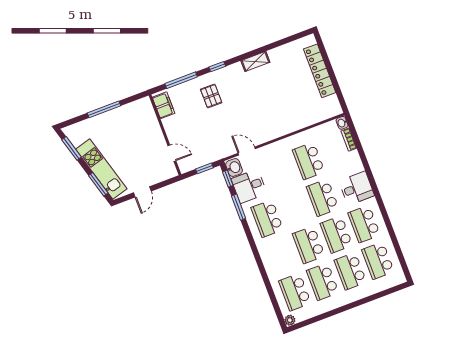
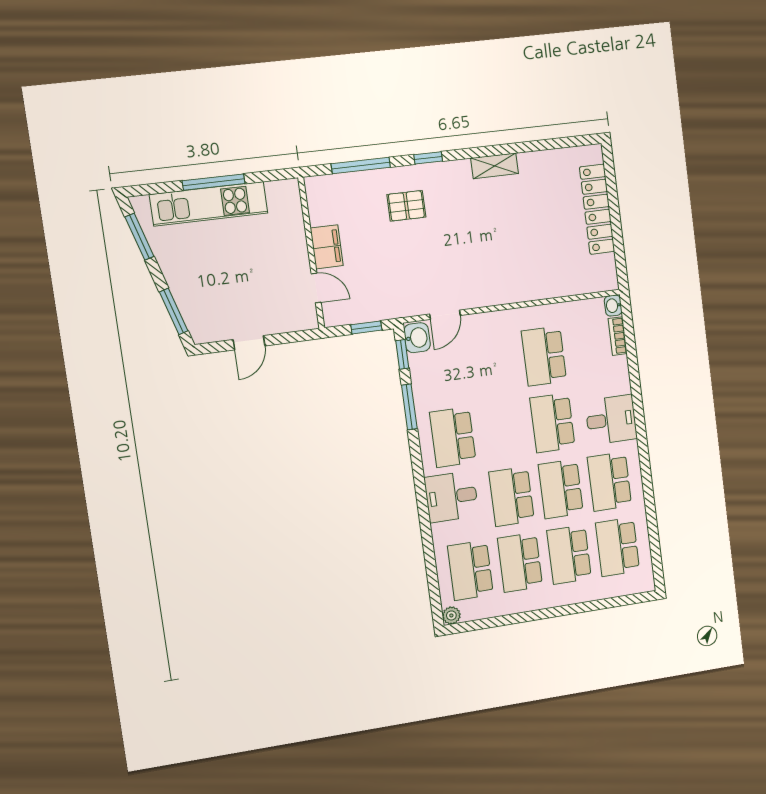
pallet: (211, 96) -> (406, 206), turned 90
filing cabinet: (163, 105) -> (327, 247), moved
door: (247, 151) -> (445, 315), swing flipped
kitchen unit: (101, 169) -> (209, 204), moved, turned 106
desk: (249, 186) -> (451, 497), moved

